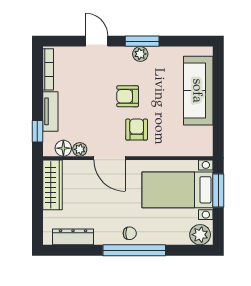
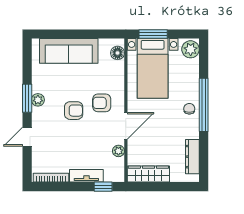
armchair: (128, 96) -> (74, 111), turned -90
floor lamp: (63, 148) -> (118, 53), moved

